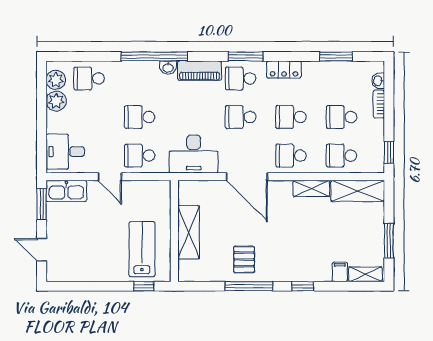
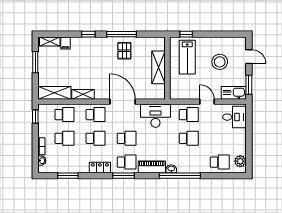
plant: (56, 101) -> (240, 148), removed
stool: (89, 241) -> (220, 62), added

